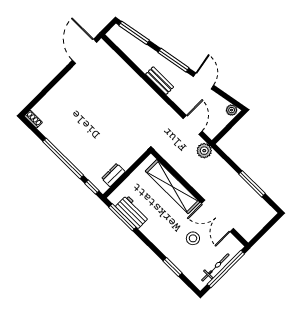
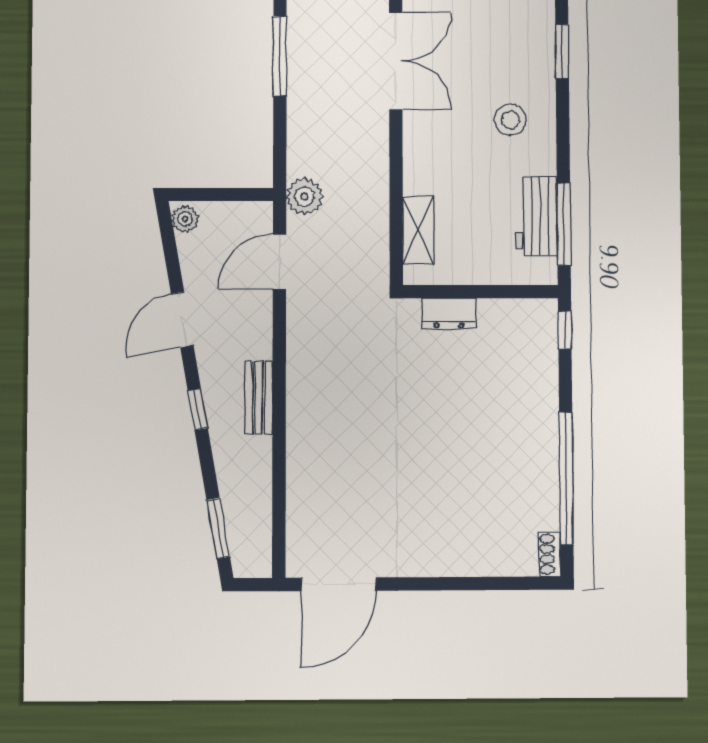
window: (134, 33) -> (218, 528), width x0.69
window: (174, 60) -> (198, 409), width x0.46
window: (63, 158) -> (566, 479), moved
dresser: (113, 175) -> (449, 313), moved
shelving: (172, 187) -> (418, 230), width x0.45, depth x0.75
stool: (193, 238) -> (510, 120), moved

